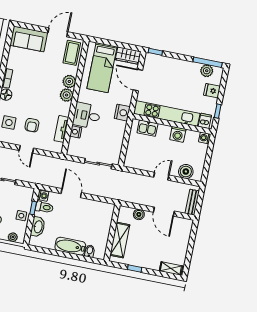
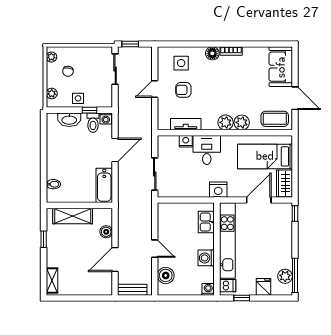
bathtub: (70, 246) -> (104, 185), moved, turned 180

